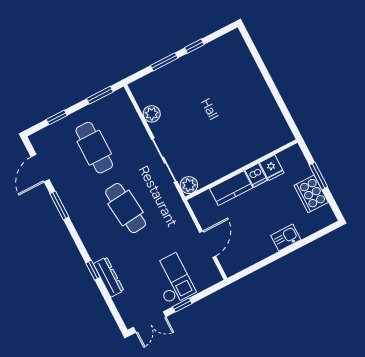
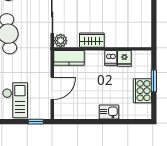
wardrobe: (224, 166) -> (92, 40), added
kitchen counter: (231, 188) -> (69, 58), moved
window: (182, 305) -> (36, 122), moved

